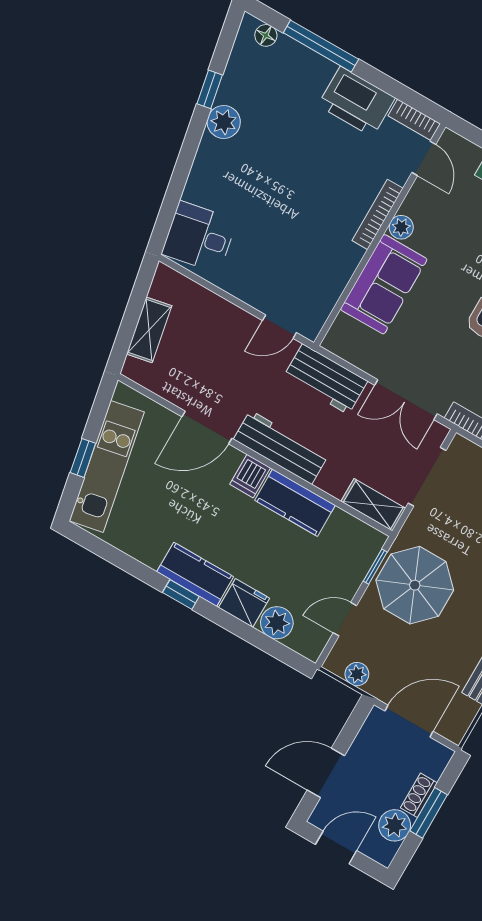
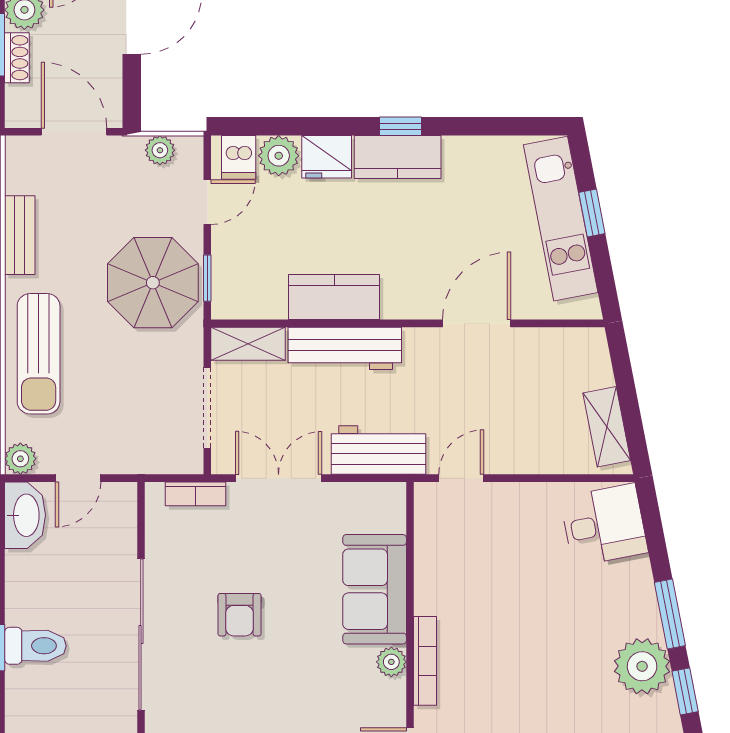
plant: (224, 122) -> (642, 666), width x1.36, depth x1.36
window: (189, 149) -> (670, 614), added
shelving: (149, 330) -> (607, 427), moved
workbench: (281, 447) -> (345, 348), moved
dishwasher: (250, 476) -> (239, 157), moved, turned 180
door: (409, 721) -> (74, 132), swing flipped

